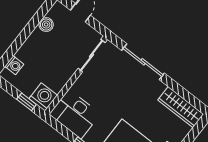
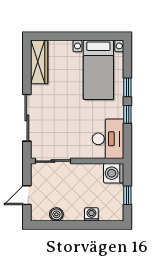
washing machine: (14, 65) -> (91, 214), moved
window: (27, 102) -> (127, 195), moved

